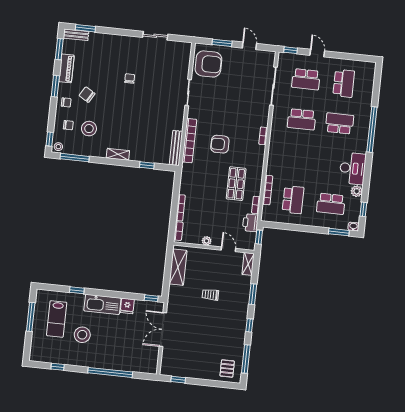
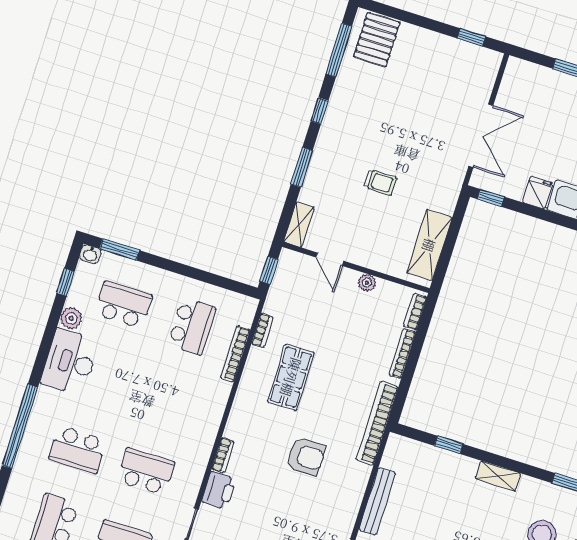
bookcase: (189, 141) -> (377, 423), moved
bench: (176, 148) -> (377, 501), moved
school desk: (293, 200) -> (192, 326), turned 180
printer: (250, 223) -> (219, 490), moved
pallet: (227, 368) -> (377, 40), width x1.50, depth x1.42

